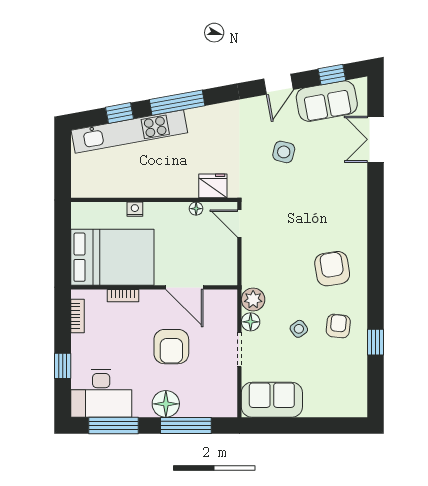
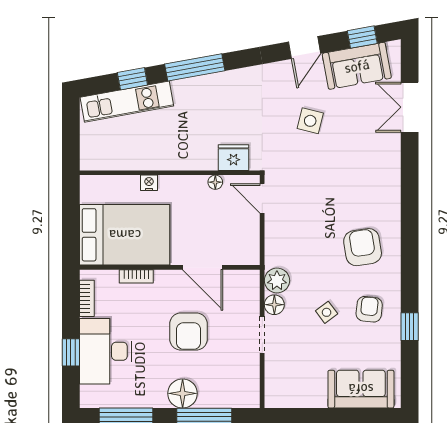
kitchen unit: (129, 131) -> (127, 102), width x0.73
desk: (101, 393) -> (105, 351), moved, turned 90
sofa: (272, 400) -> (361, 389), moved

